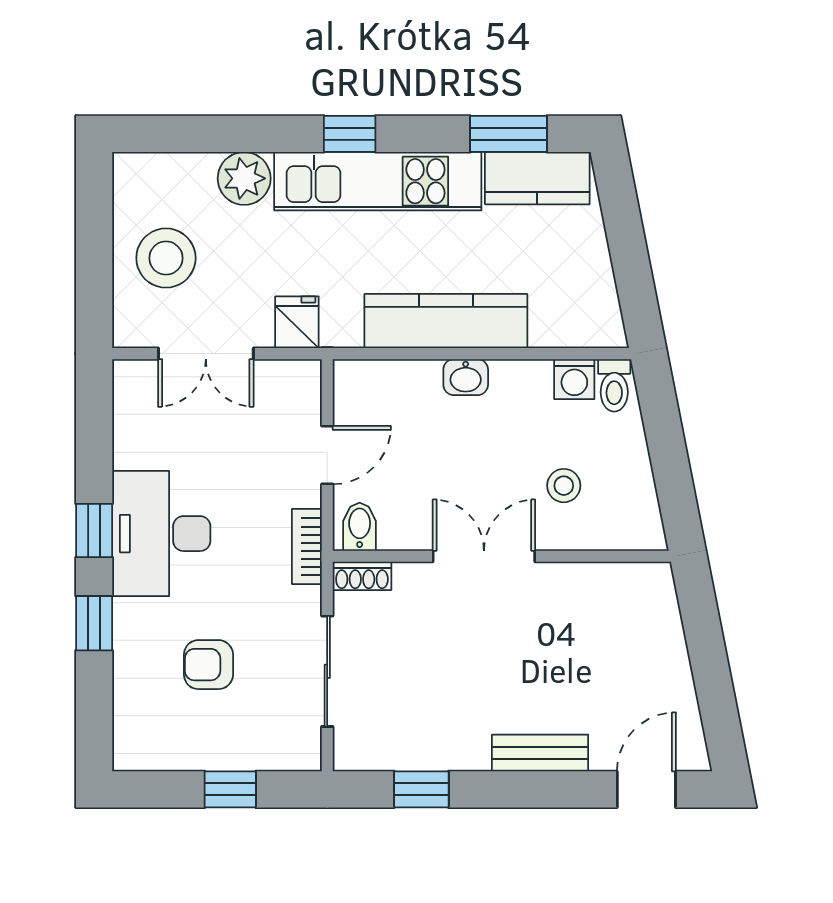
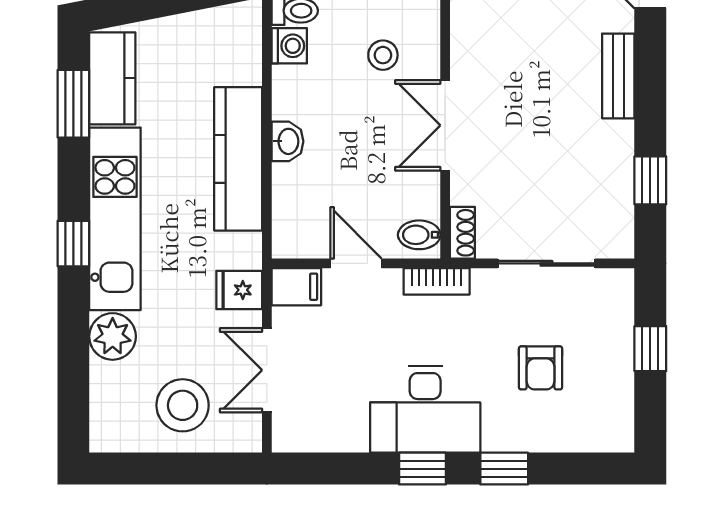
double door: (206, 354) -> (267, 370), swing flipped
filing cabinet: (301, 387) -> (296, 287), added

